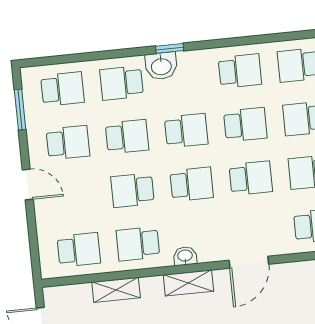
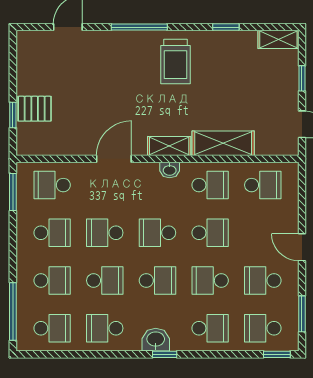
window: (44, 61) -> (277, 354), added
washbasin: (161, 66) -> (156, 340), moved
school desk: (245, 125) -> (105, 281), turned 180
school desk: (186, 131) -> (157, 281), turned 180
school desk: (79, 250) -> (263, 185), turned 180
shelving: (116, 290) -> (223, 143), width x1.50, depth x1.33

